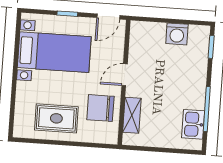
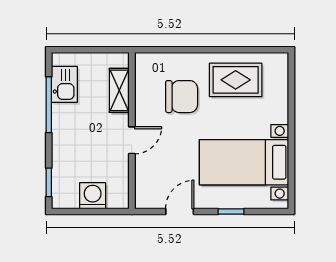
door: (125, 75) -> (132, 140), moved
wall: (124, 82) -> (132, 131), moved
shelving: (132, 115) -> (119, 90), moved

